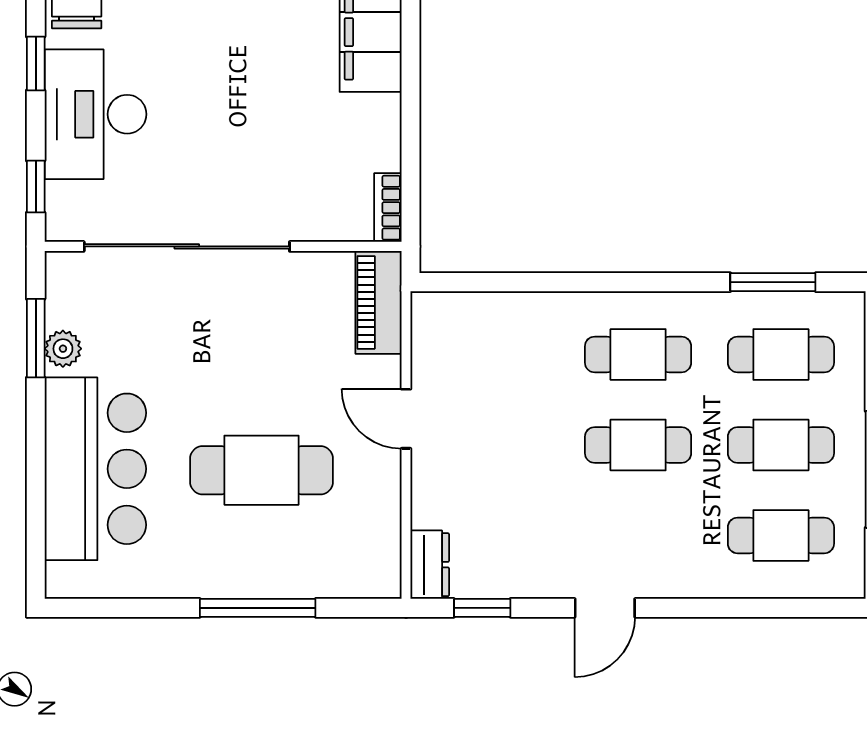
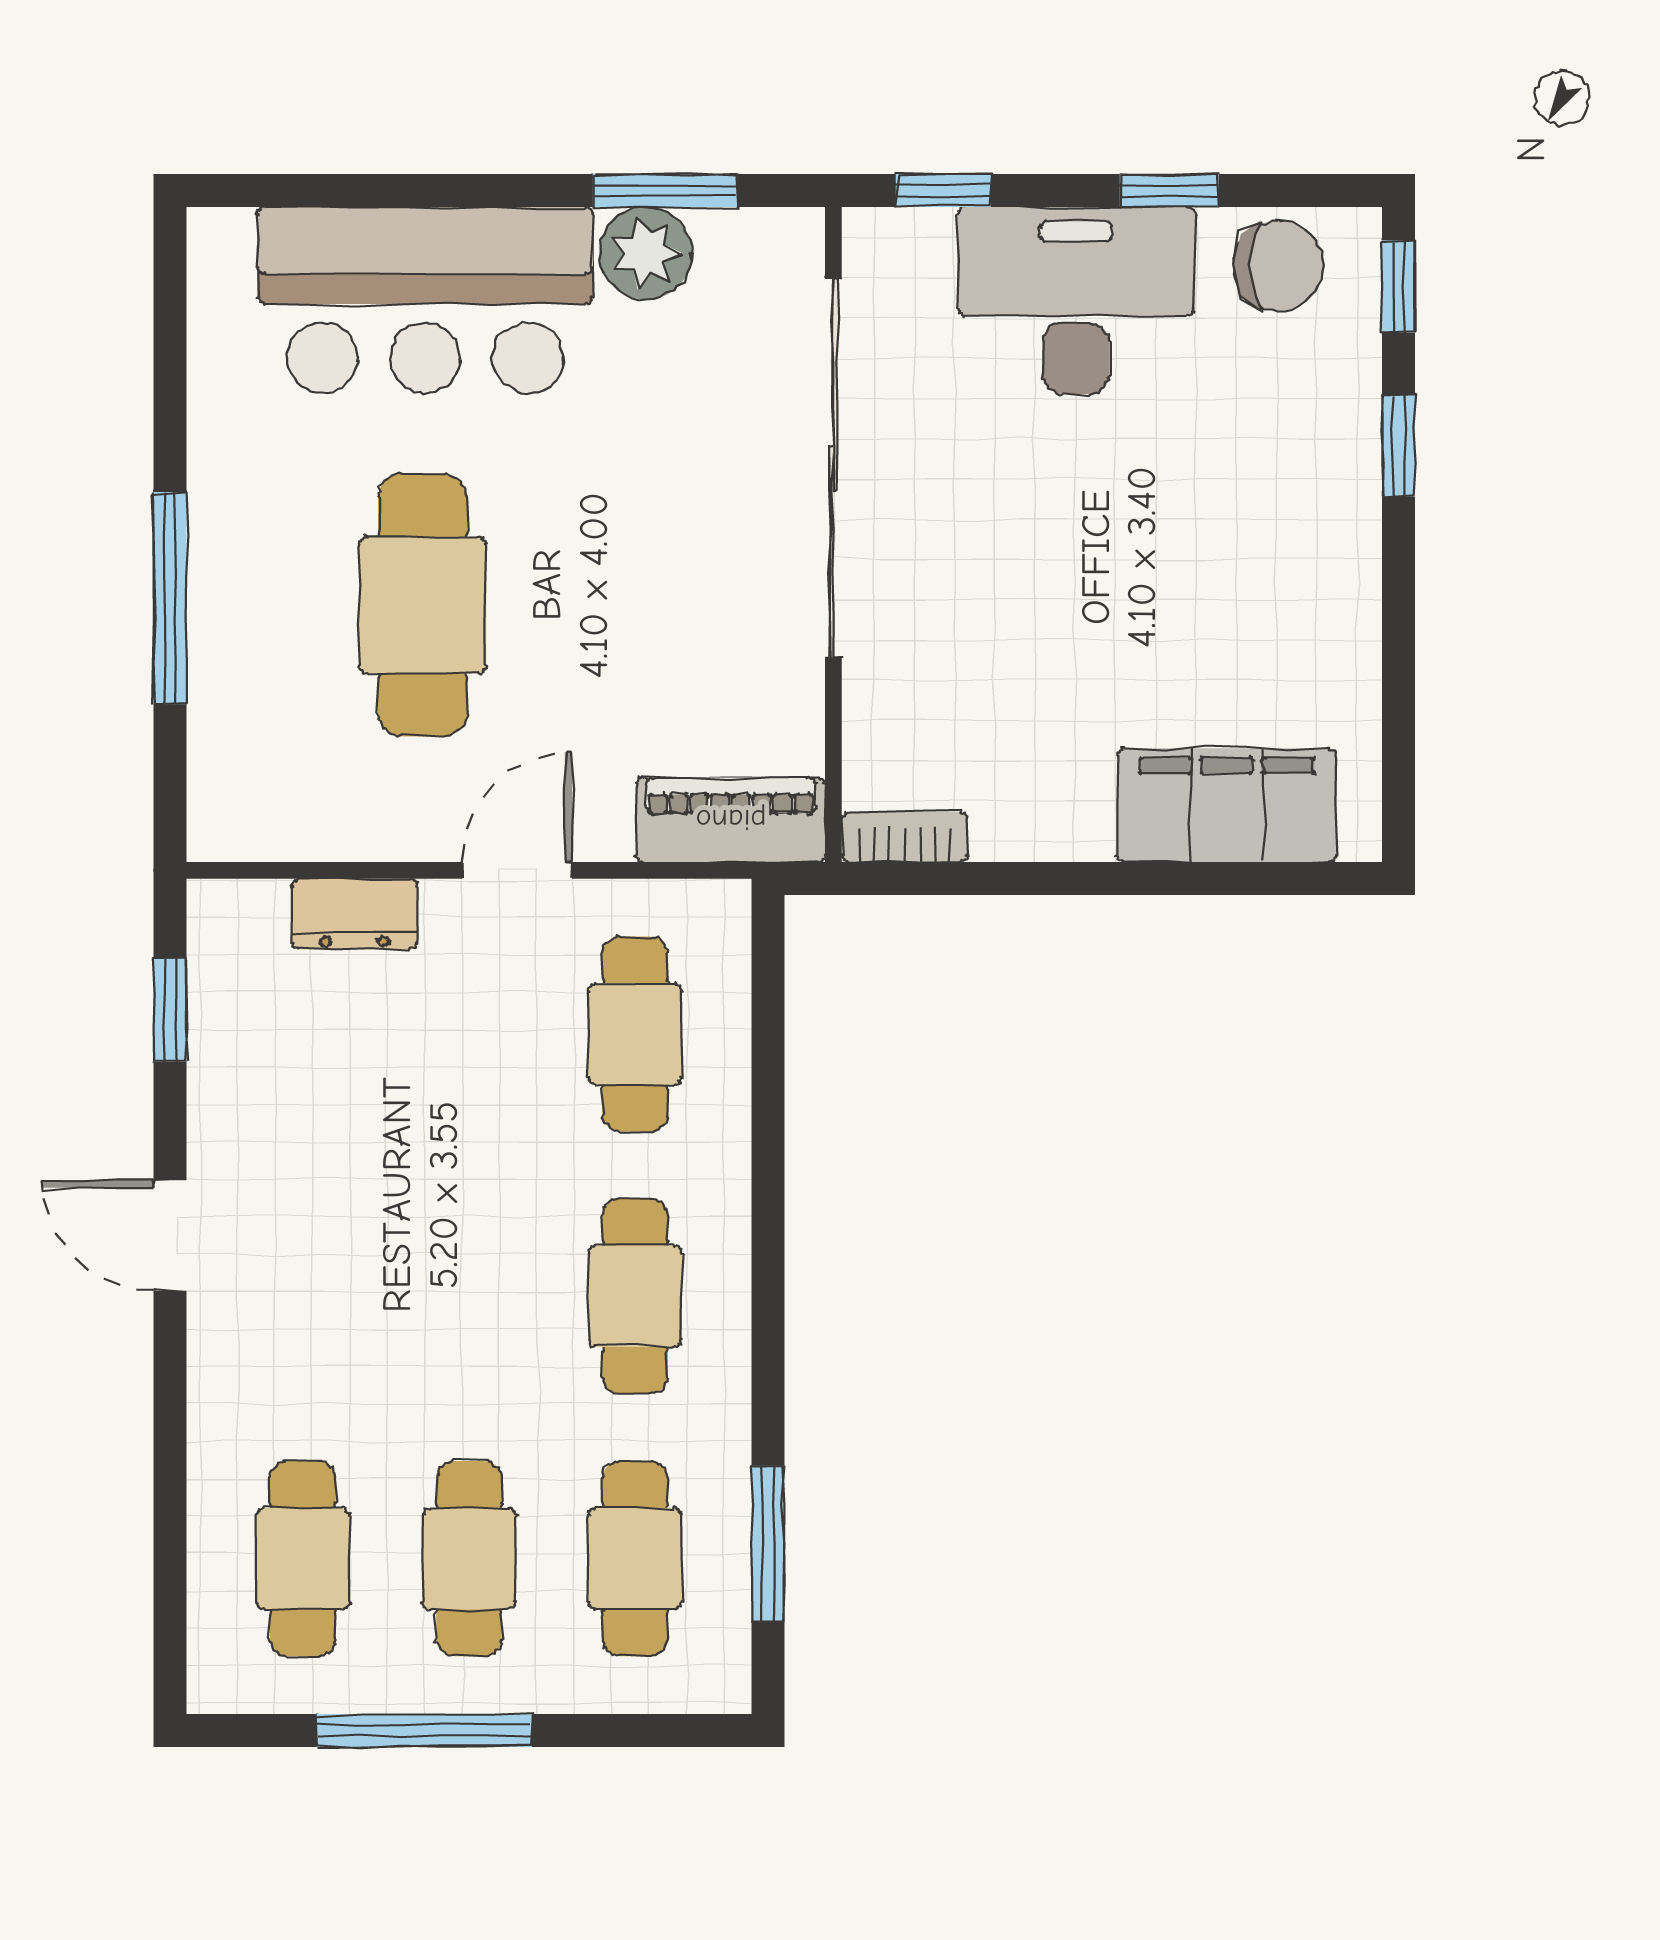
plant: (63, 349) -> (646, 253), width x1.38, depth x1.38
cafe table: (638, 445) -> (635, 1034), moved
dresser: (430, 565) -> (354, 914), moved

